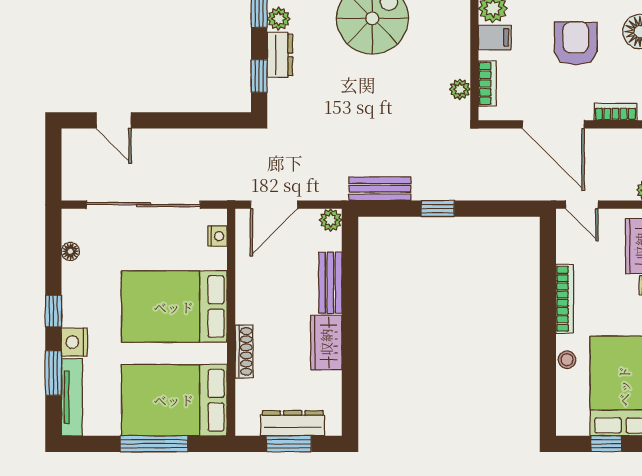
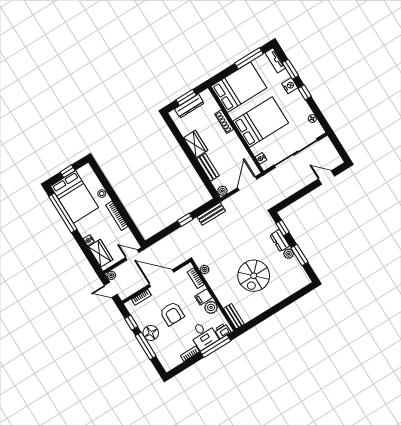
tv unit: (72, 397) -> (275, 60), width x0.71
window: (154, 444) -> (249, 58), moved

